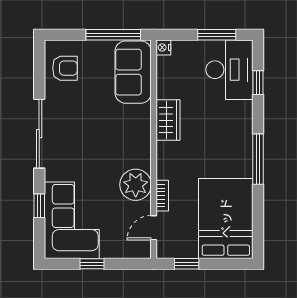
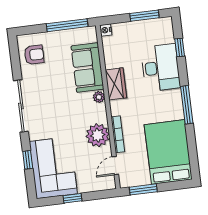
desk: (229, 70) -> (160, 68), moved
sofa: (133, 72) -> (87, 68), moved
plant: (143, 135) -> (99, 97), added
bookcase: (162, 196) -> (118, 134), width x1.56
window: (187, 264) -> (143, 189), width x1.50

